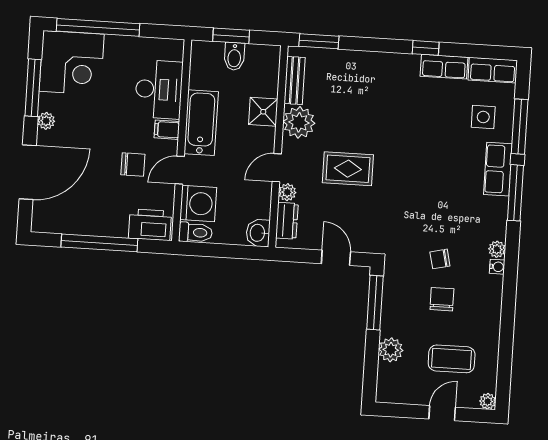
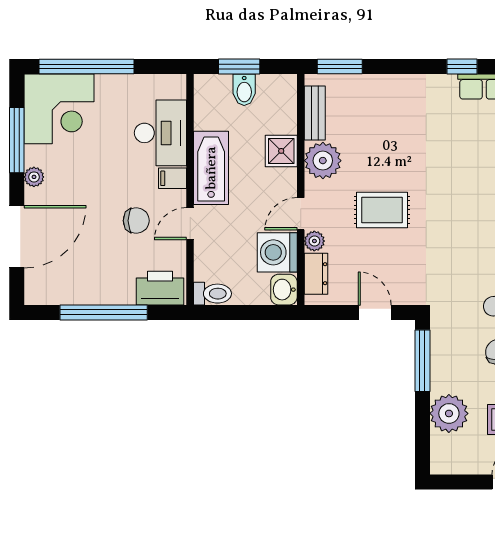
washing machine: (198, 204) -> (277, 252), moved, turned 180
plant: (391, 350) -> (449, 413), width x1.36, depth x1.36

